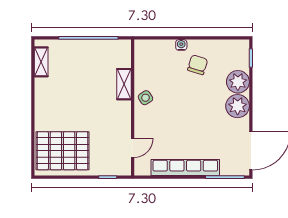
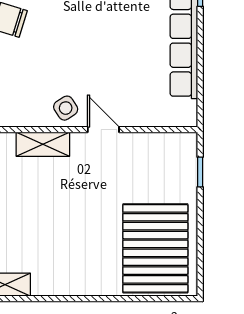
door: (133, 148) -> (103, 130), moved

